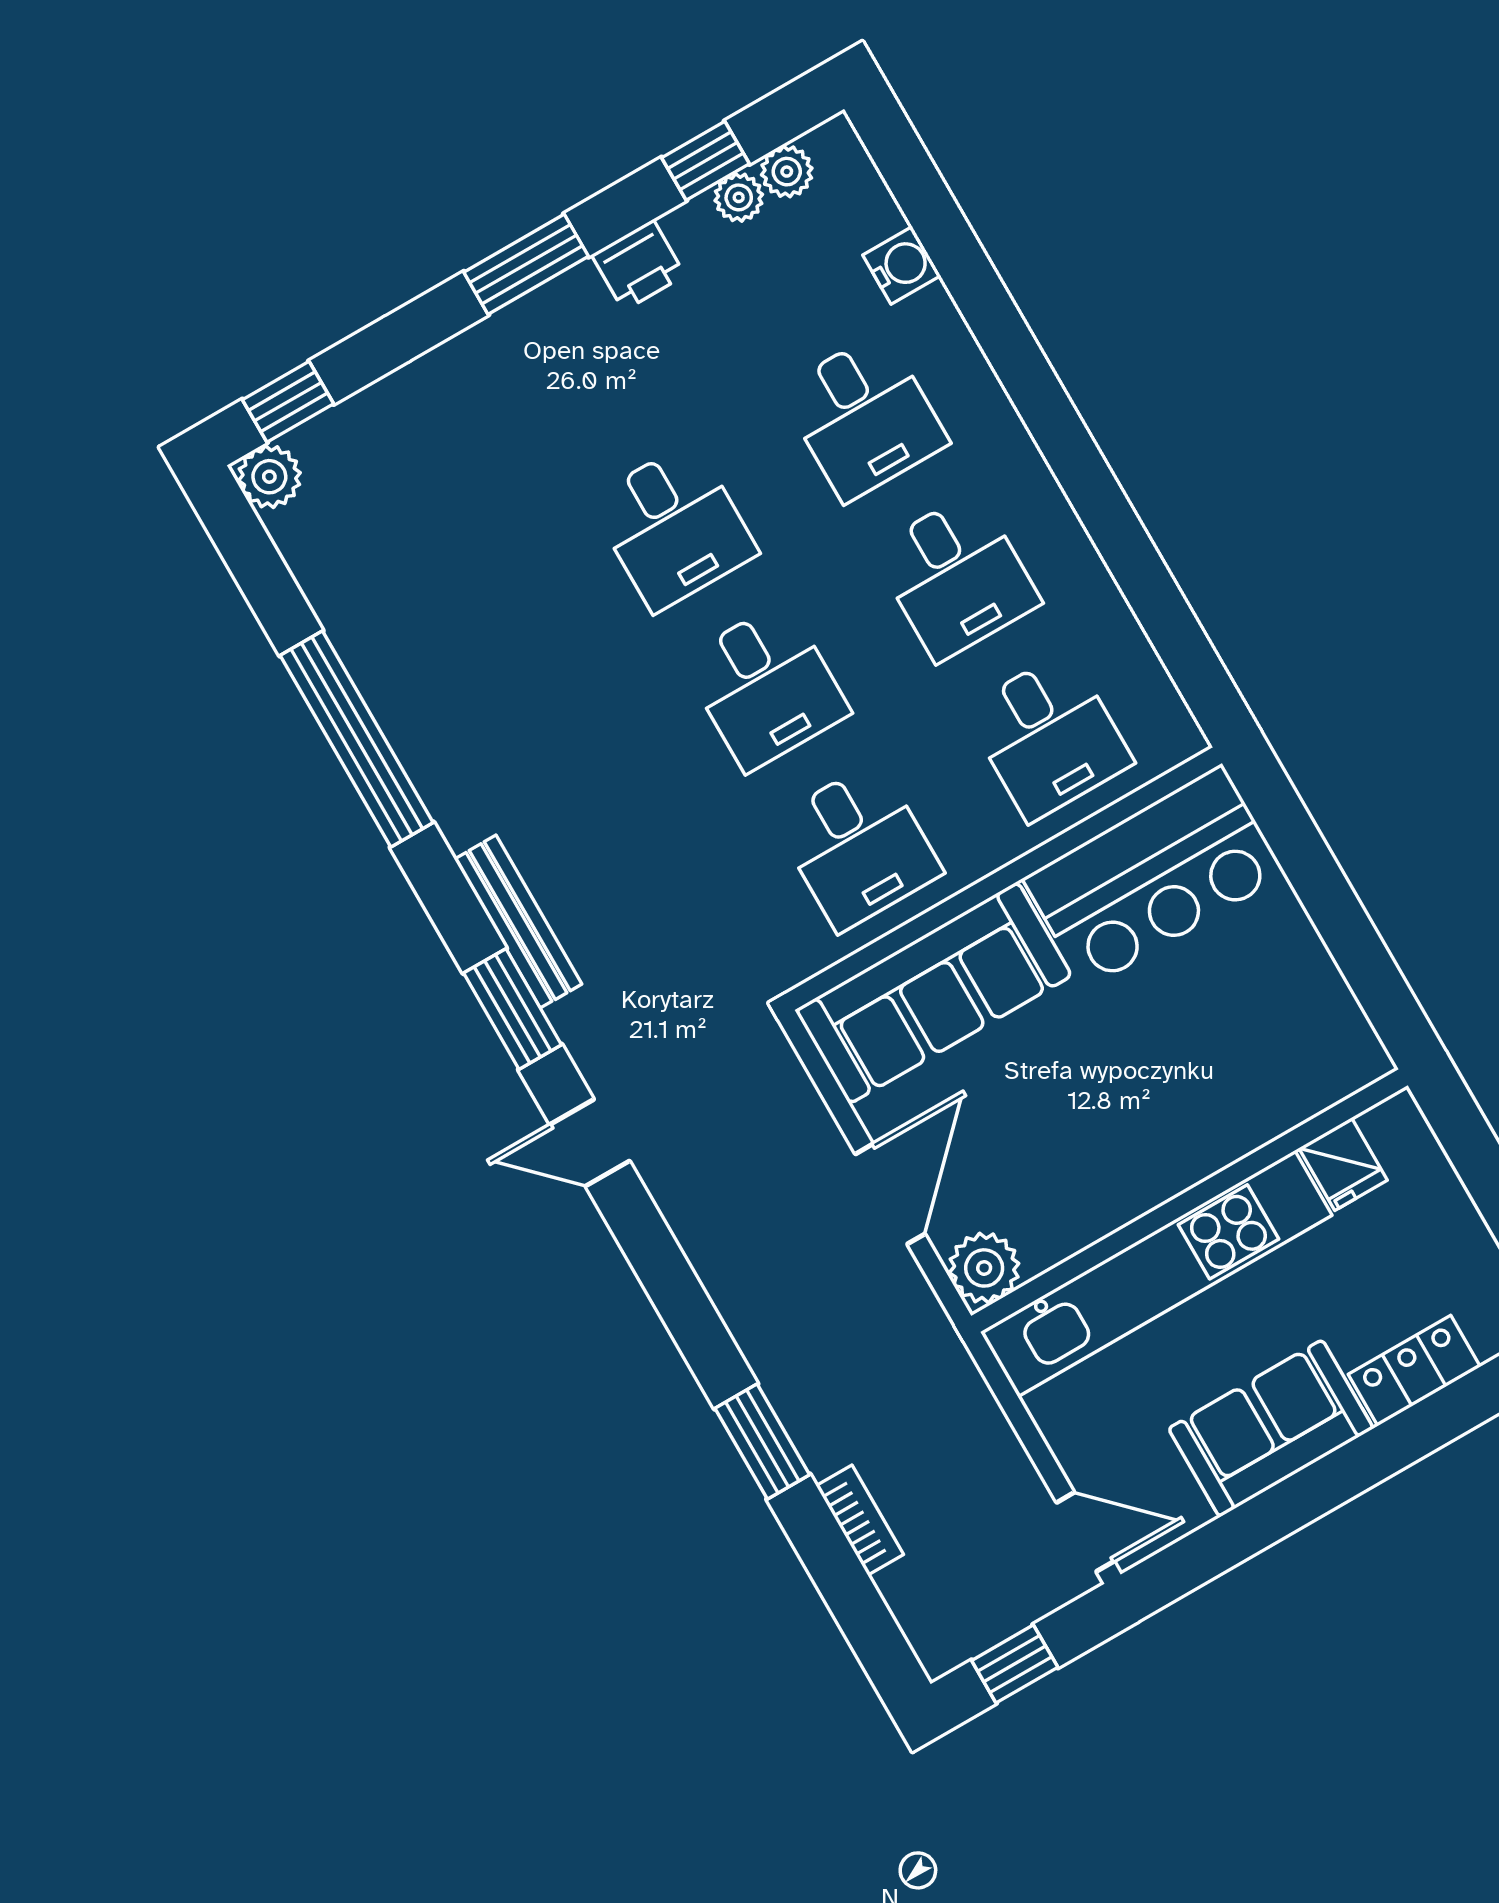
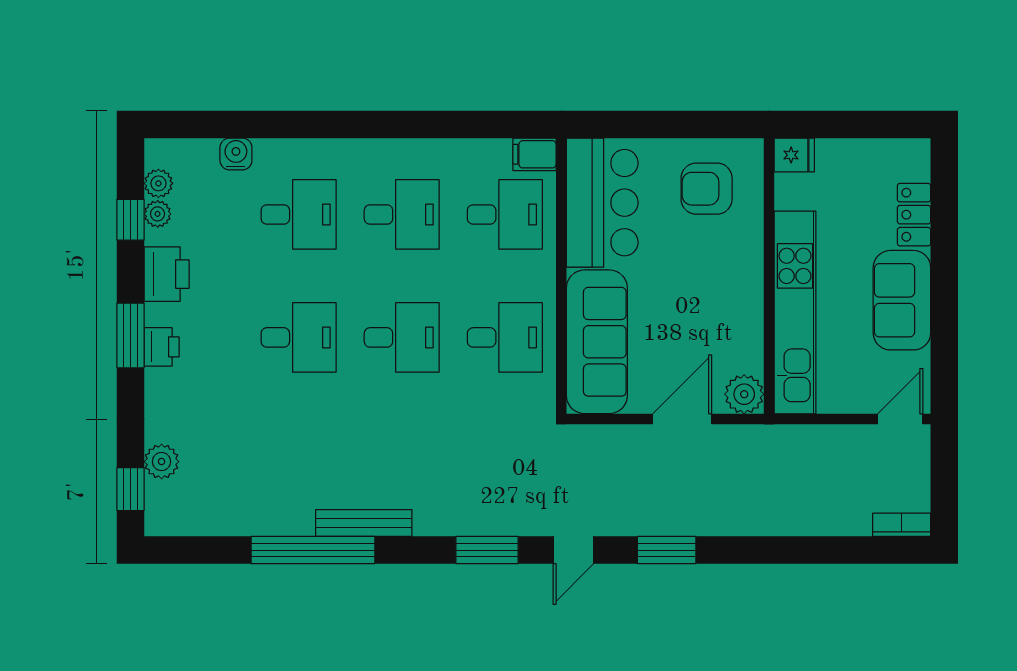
printer: (638, 265) -> (167, 274), width x1.36, depth x1.24
printer: (536, 323) -> (162, 347), added
plant: (269, 477) -> (162, 462), moved
filing cabinet: (1168, 728) -> (534, 154), added
bench: (518, 922) -> (364, 523), moved
armchair: (1269, 1026) -> (707, 189), added
fridge: (1343, 1164) -> (794, 155), moved
door: (890, 1194) -> (682, 419), hinge flipped
window: (762, 1442) -> (667, 550), moved
bookcase: (860, 1520) -> (902, 525), moved
window: (1015, 1664) -> (944, 490), removed

